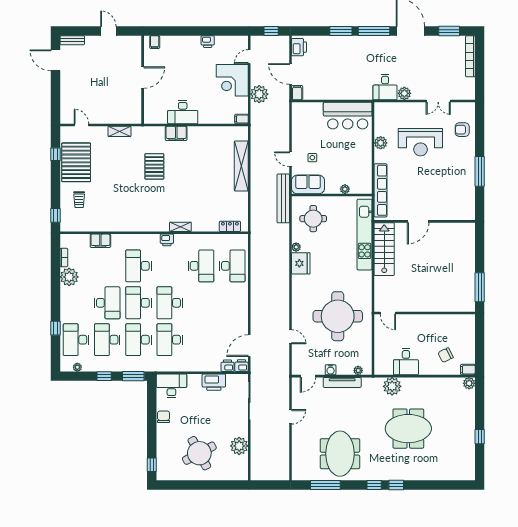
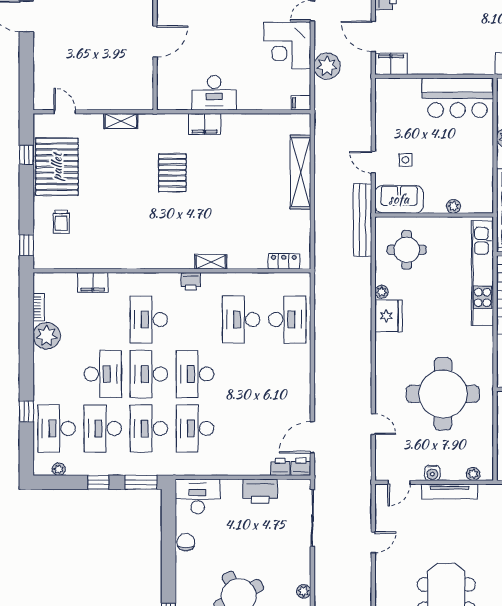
filing cabinet: (297, 93) -> (391, 64), width x2.00
desk: (201, 266) -> (241, 320), turned 180
plant: (239, 446) -> (304, 591), width x0.53, depth x0.53

